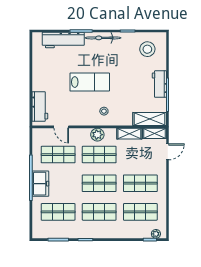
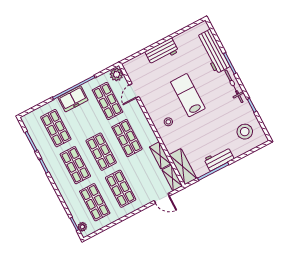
lab bench: (90, 82) -> (188, 95), turned 180
workbench: (40, 107) -> (162, 52), moved
plant: (97, 135) -> (117, 74), moved

